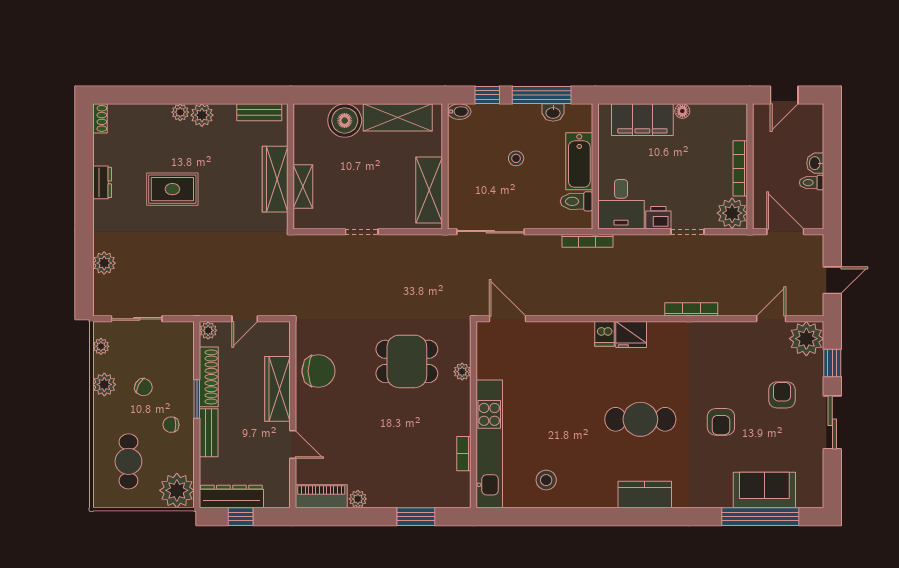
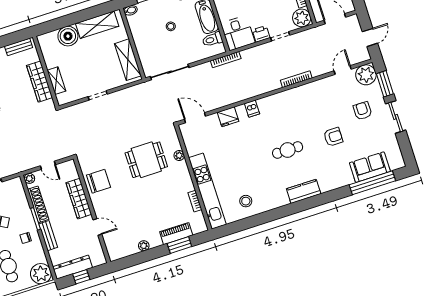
door: (245, 319) -> (48, 165), hinge flipped
fridge: (631, 335) -> (228, 117), moved
window: (832, 363) -> (385, 84), width x1.50
cafe table: (640, 419) -> (288, 150), width x0.73, depth x0.74
armchair: (721, 422) -> (333, 137), turned -90
piano: (321, 496) -> (176, 234), moved

